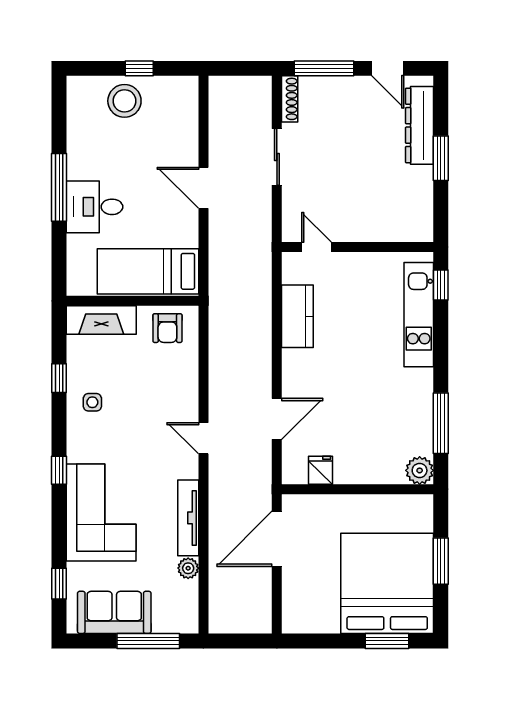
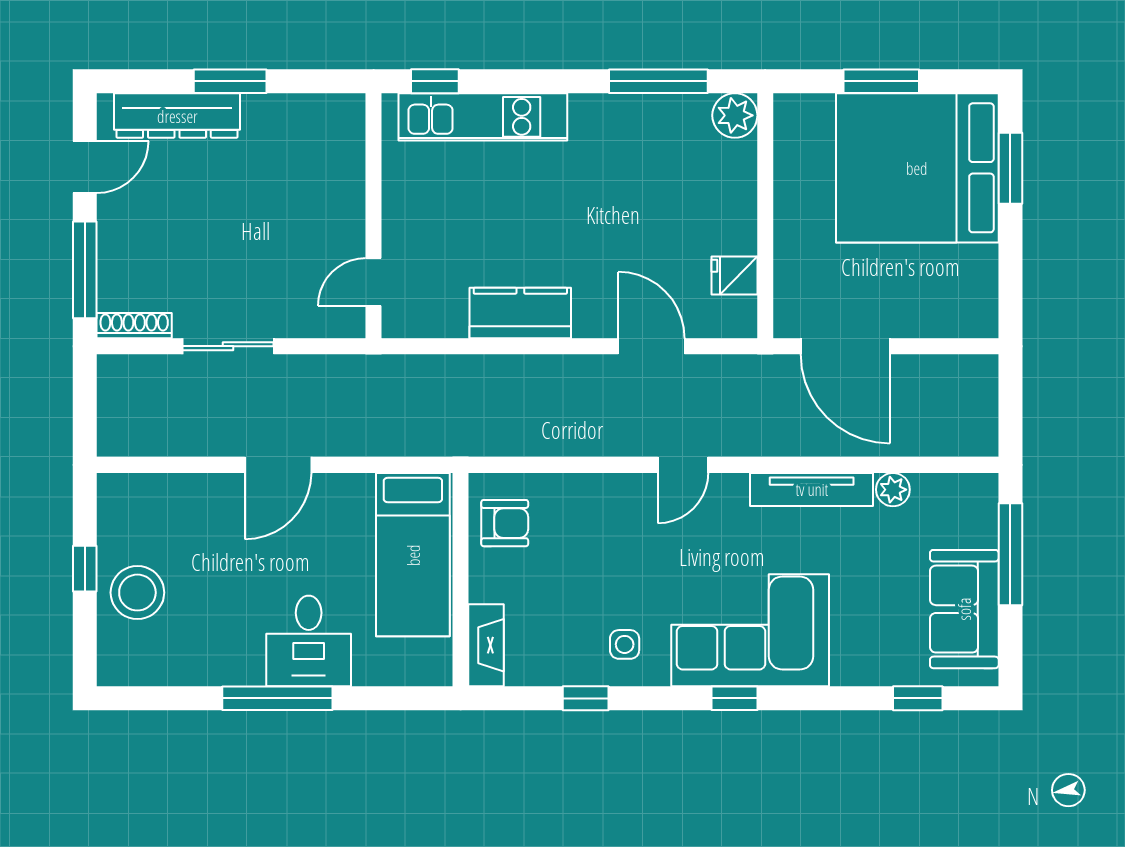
kitchen counter: (297, 316) -> (520, 313), moved
fireplace: (101, 320) -> (486, 645), width x0.73, depth x0.76
corner sofa: (101, 513) -> (750, 630), moved

